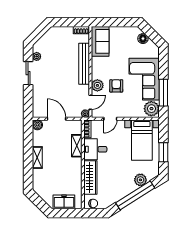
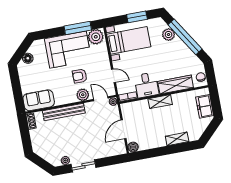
shelving: (77, 146) -> (160, 102), moved
shelving: (37, 158) -> (177, 139), moved

